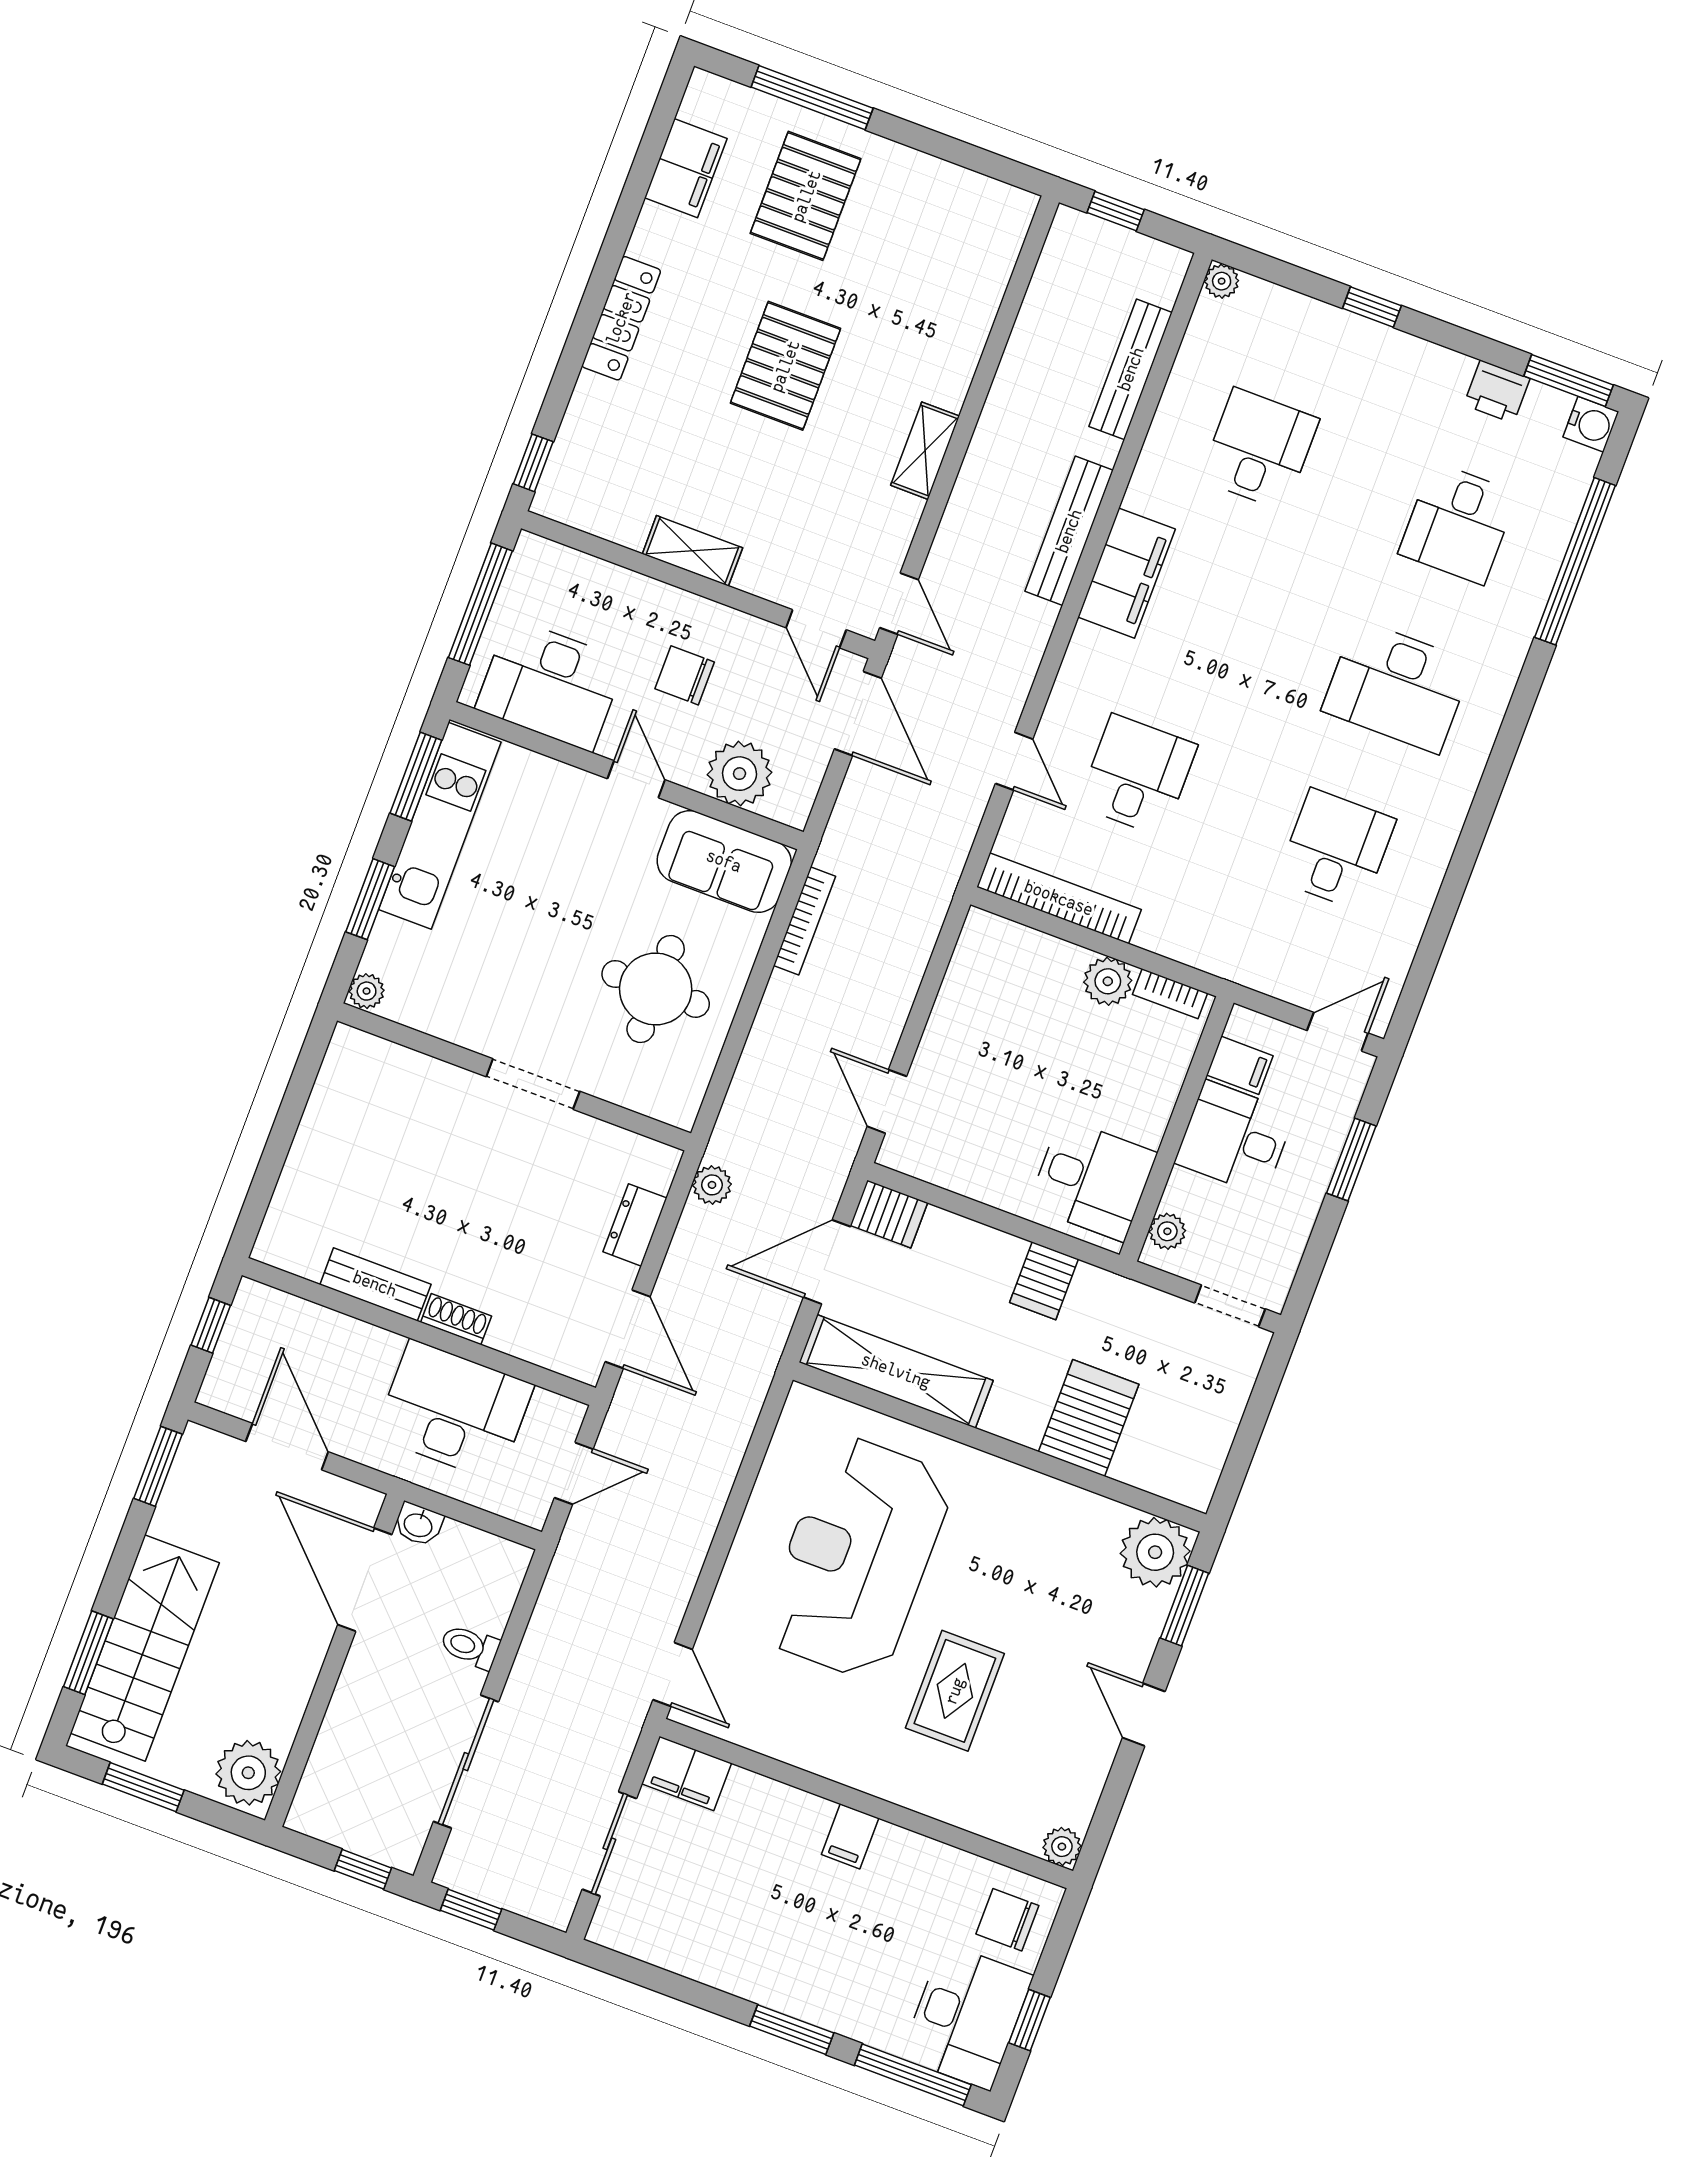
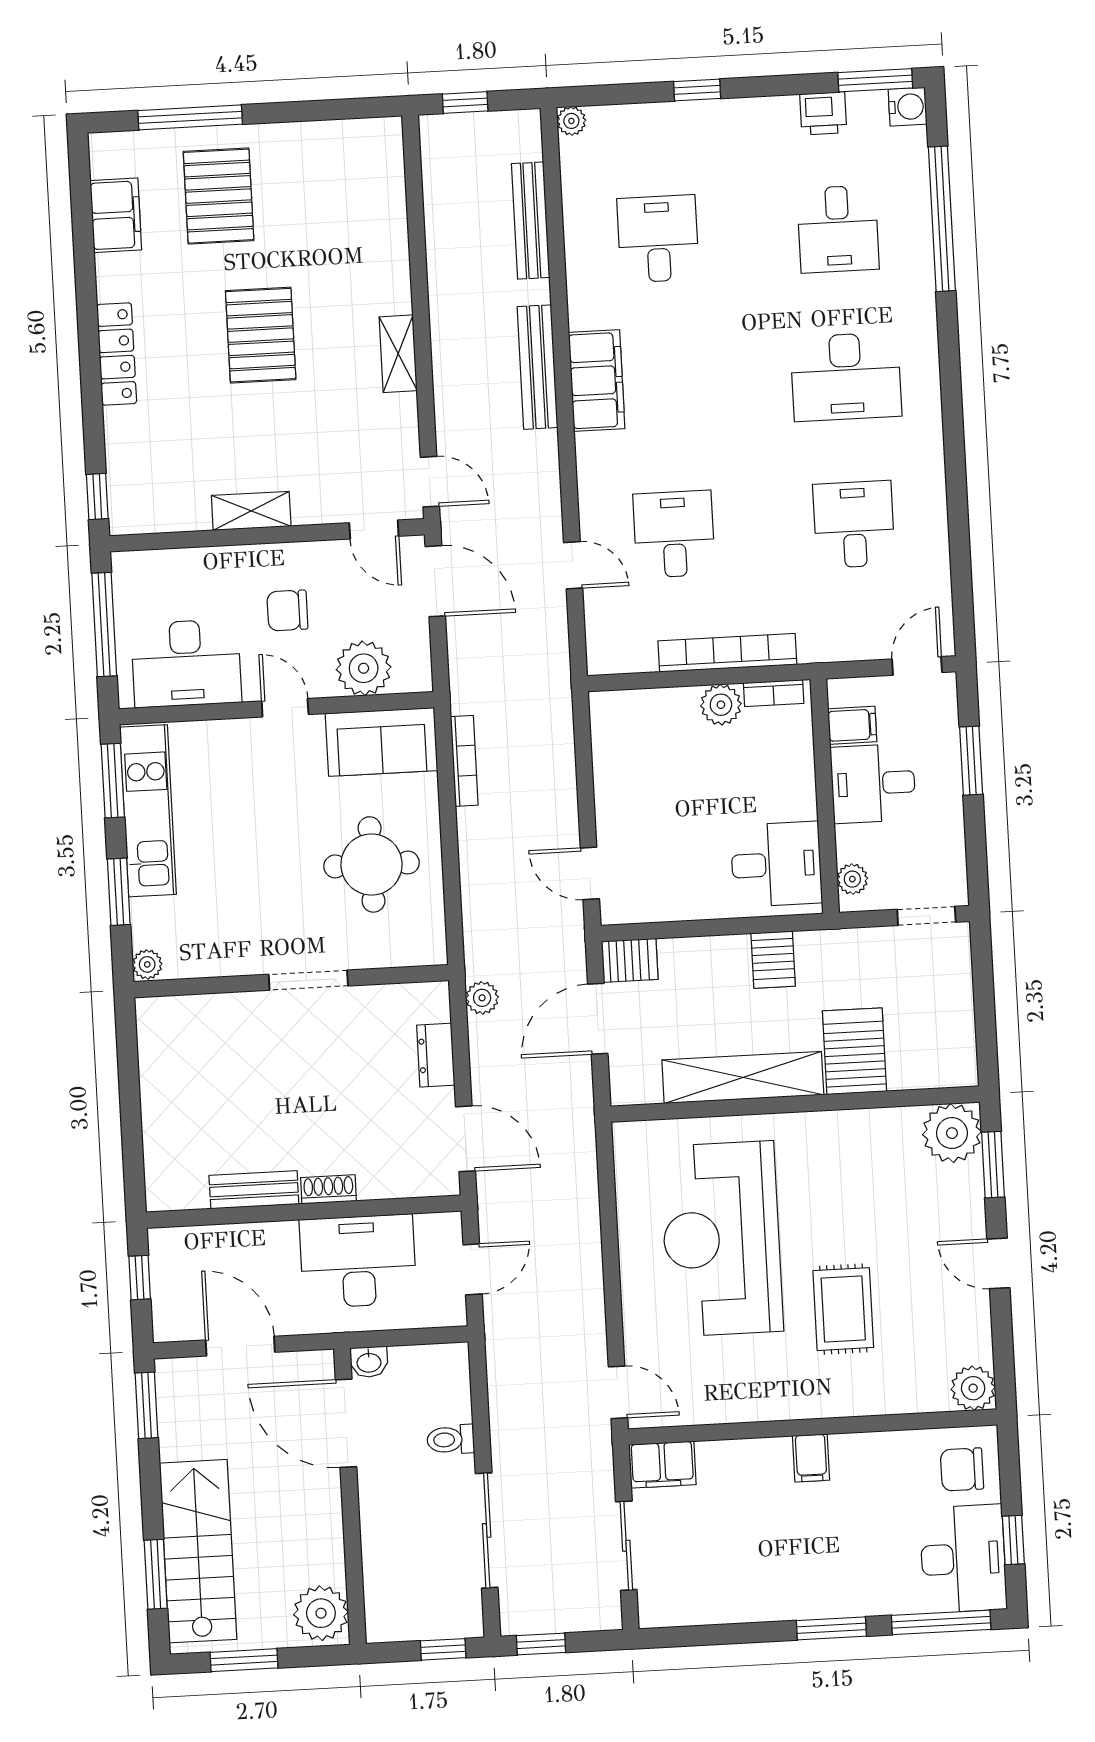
bookcase: (1059, 898) -> (727, 653), moved
shelving: (896, 1371) -> (743, 1077), moved
plant: (1062, 1847) -> (973, 1388), width x1.38, depth x1.38

